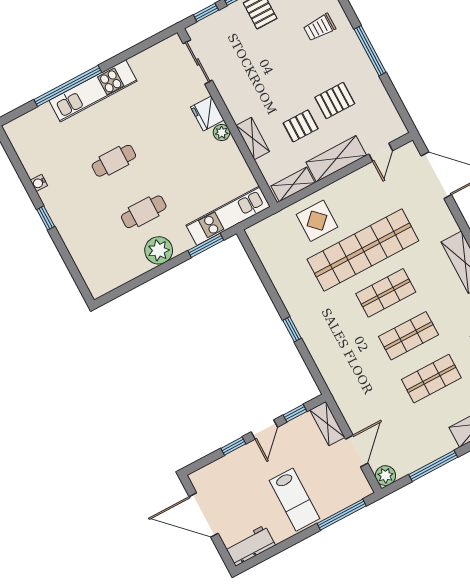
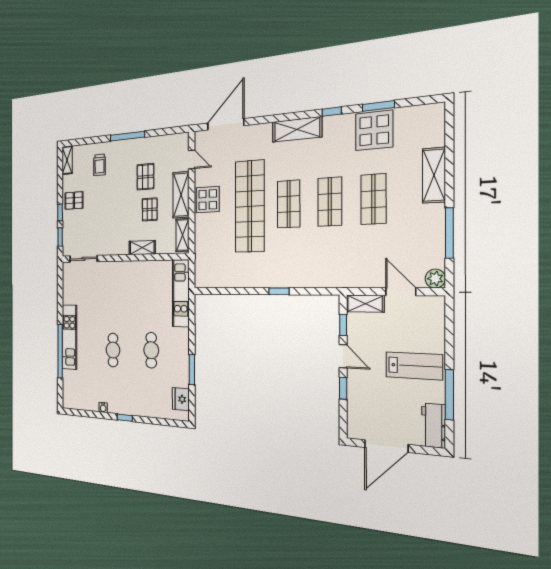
fridge: (207, 113) -> (181, 399), moved, turned 90
plant: (222, 133) -> (129, 267), removed
display table: (317, 221) -> (208, 200), moved
window: (206, 245) -> (192, 370), moved
plant: (159, 250) -> (179, 356), removed
window: (342, 515) -> (449, 395), moved

